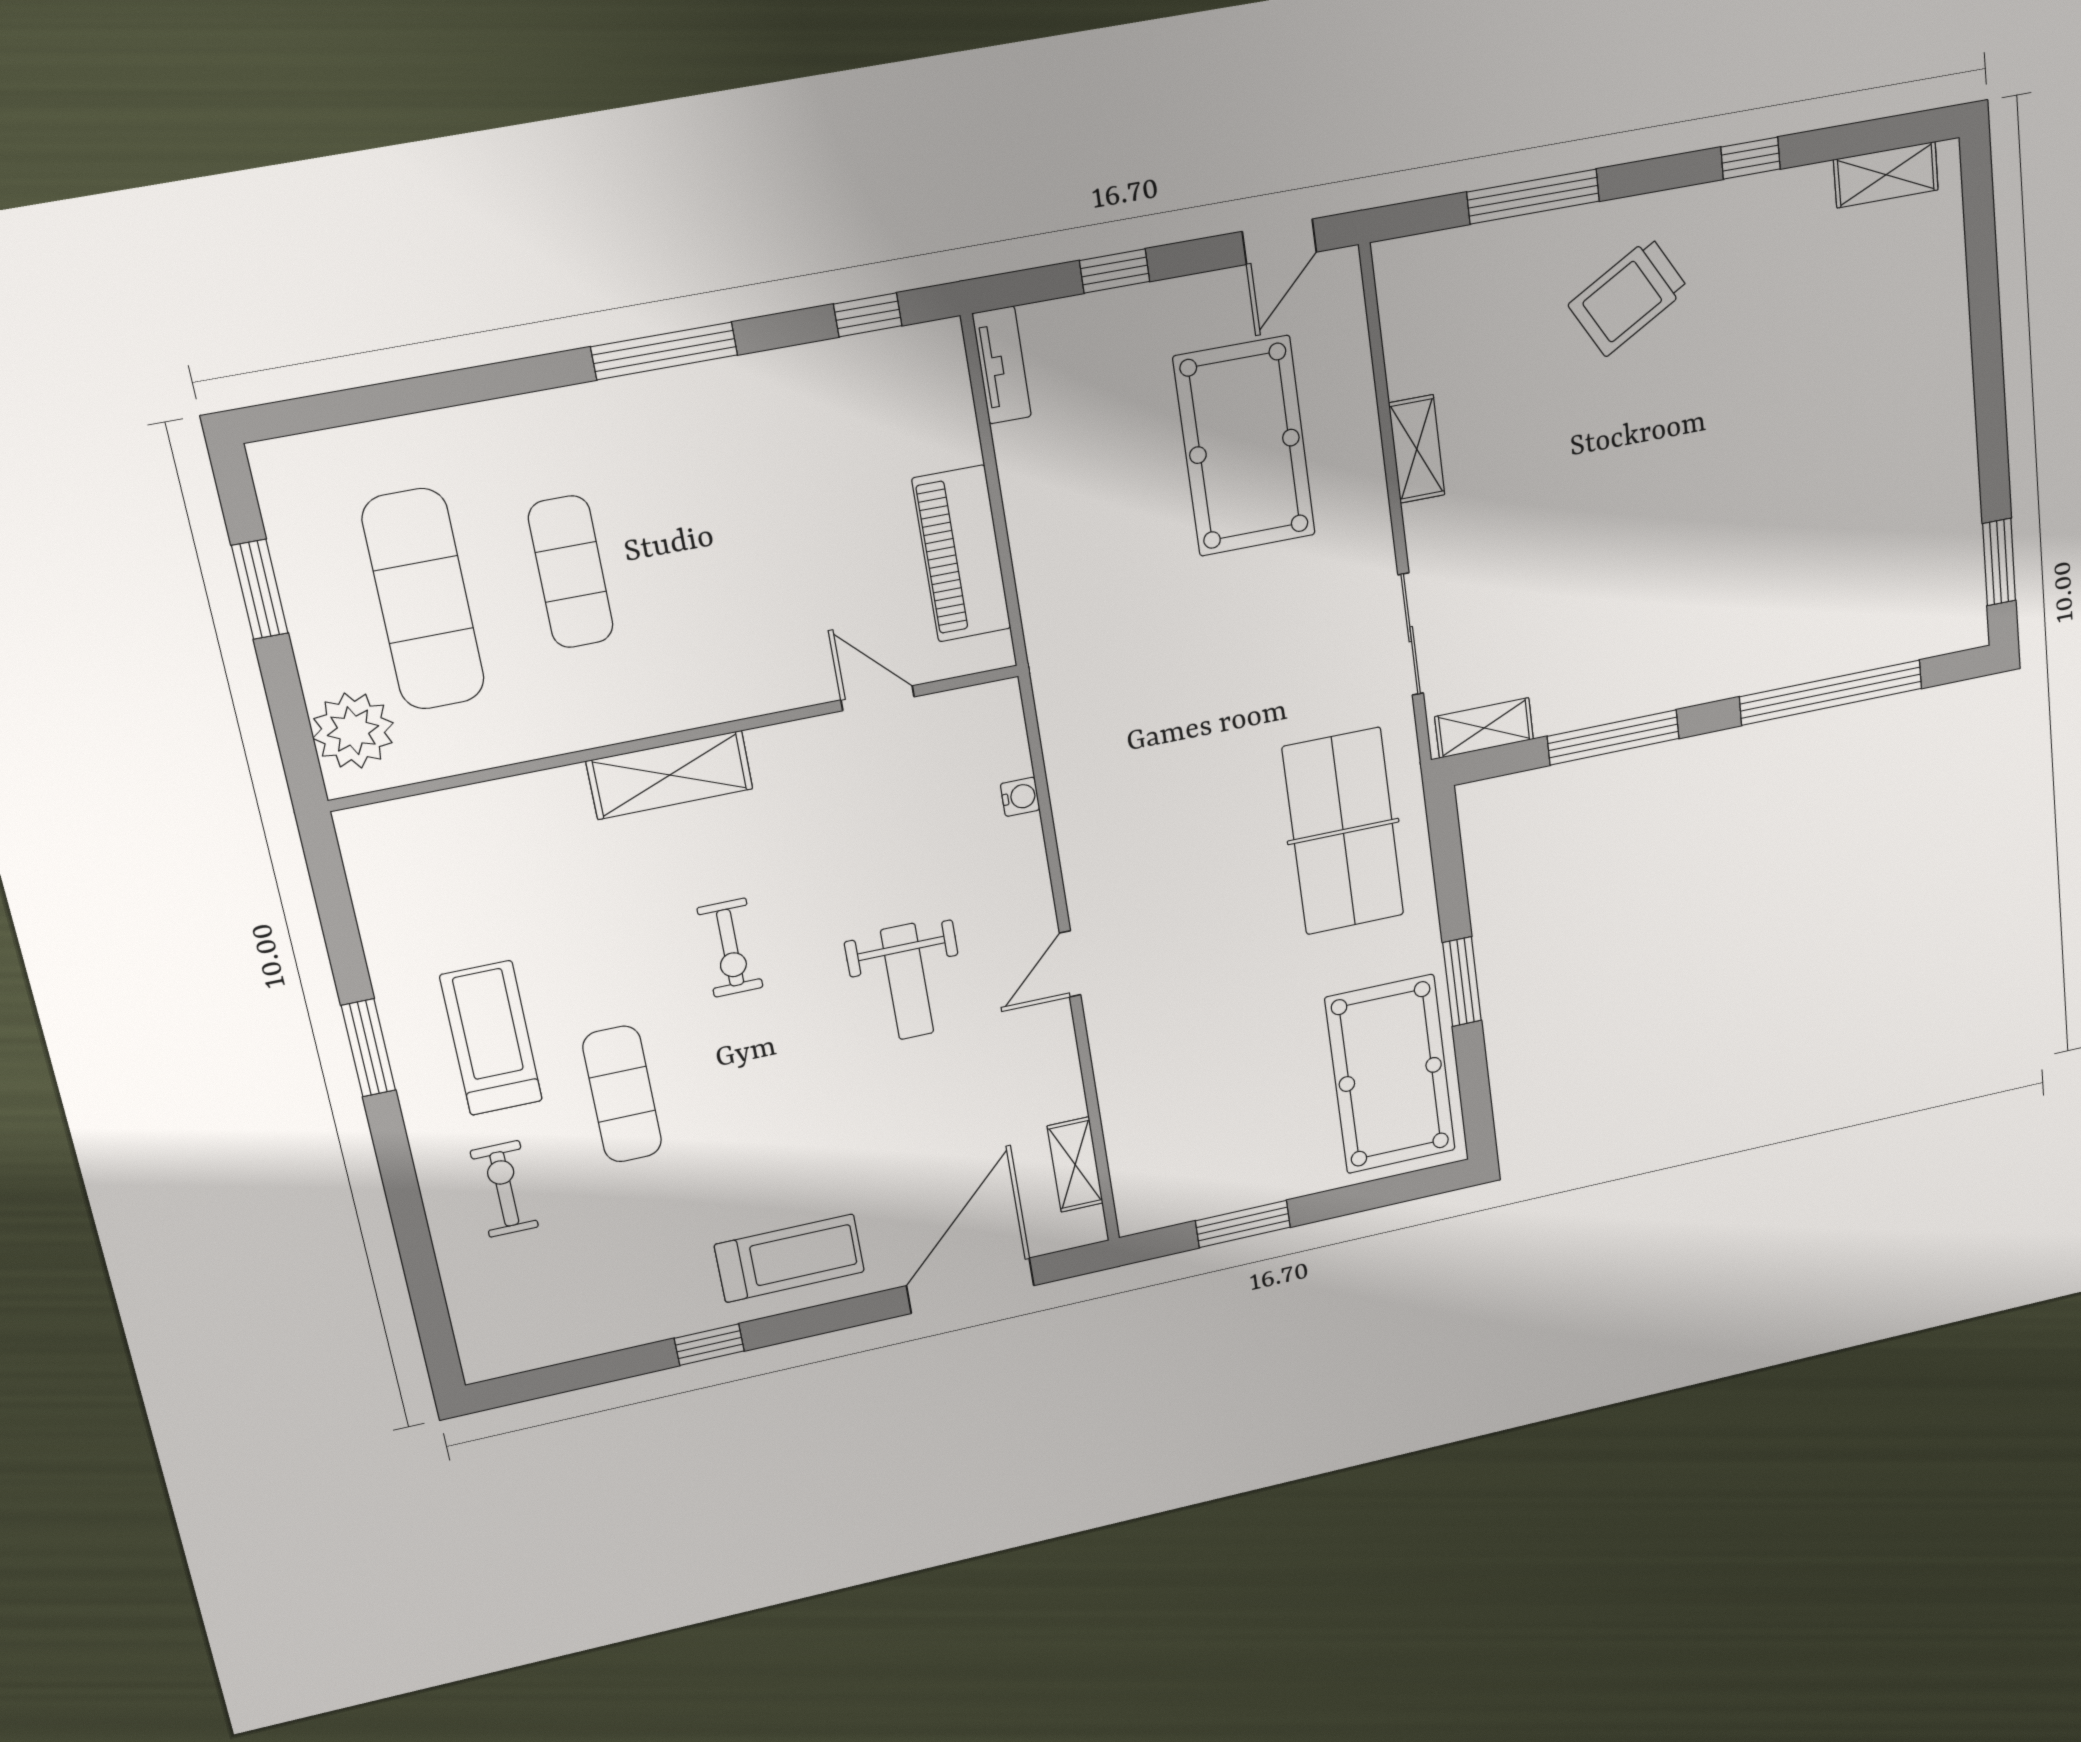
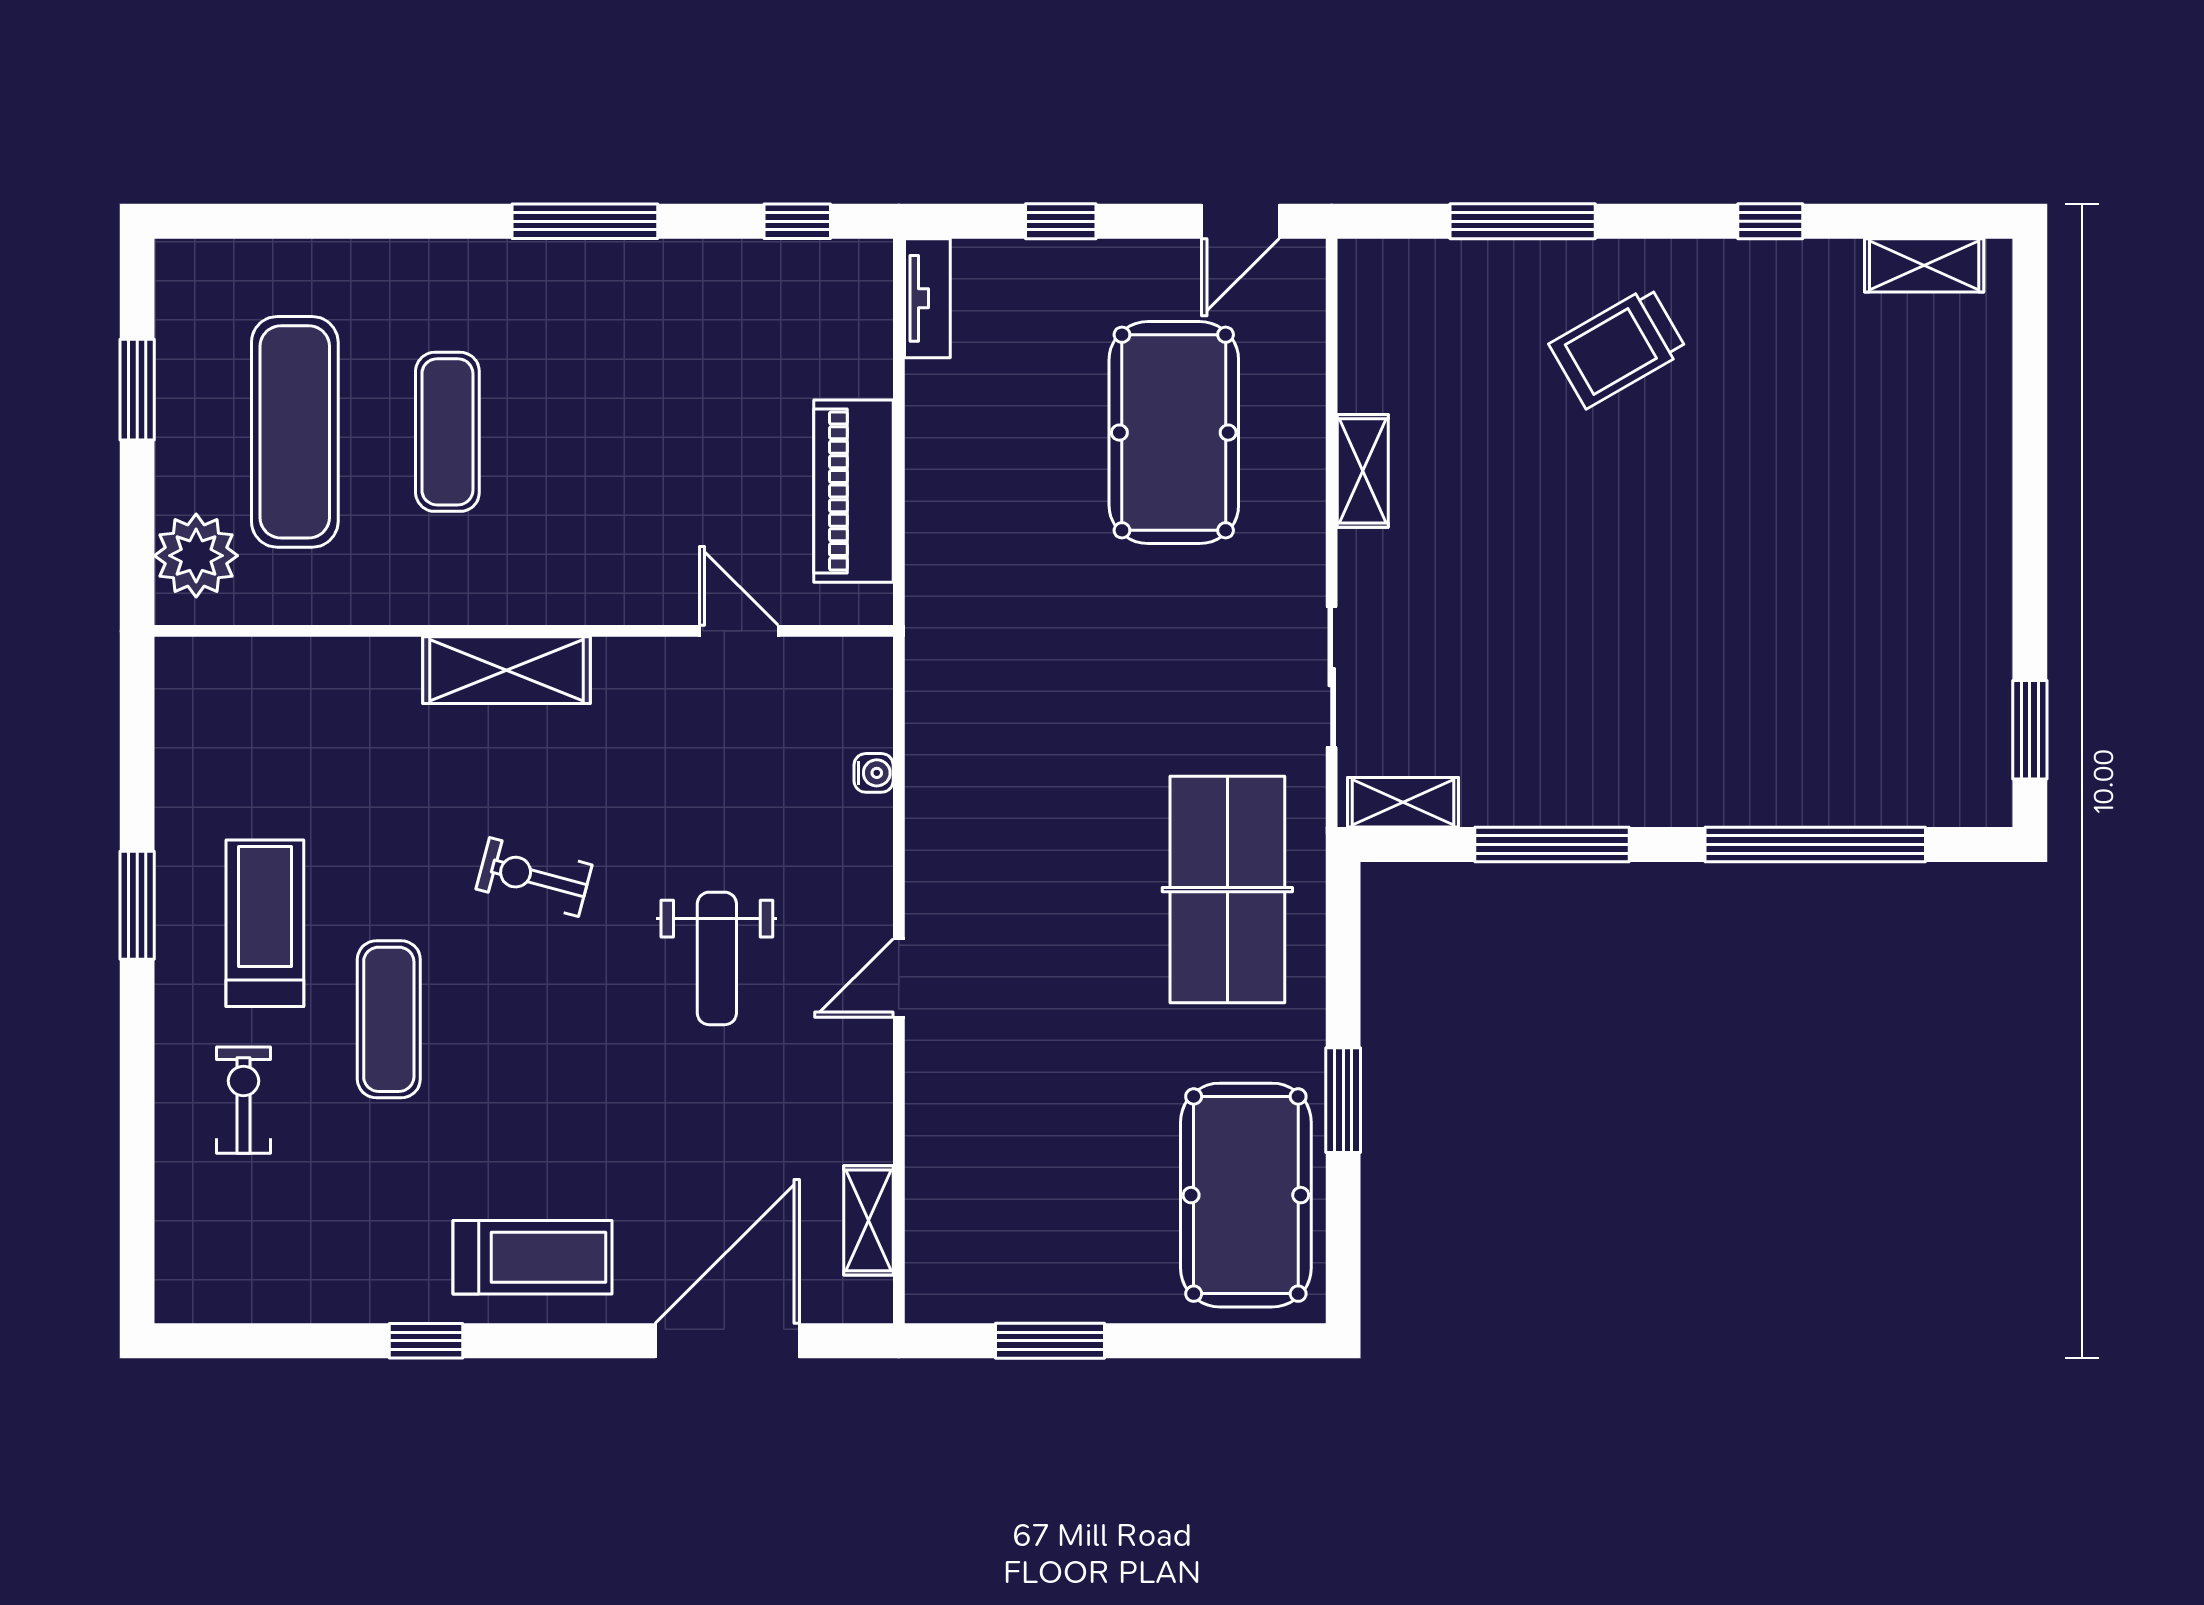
exercise bike: (730, 948) -> (534, 877), turned 105

